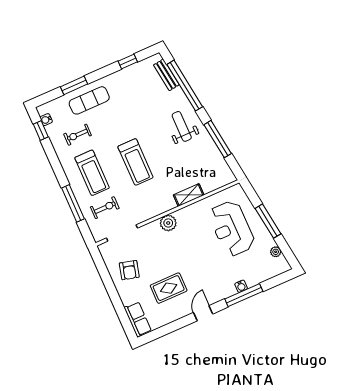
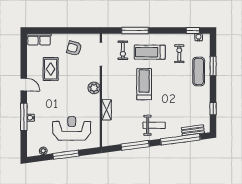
treadmill: (135, 162) -> (144, 84), turned 90

